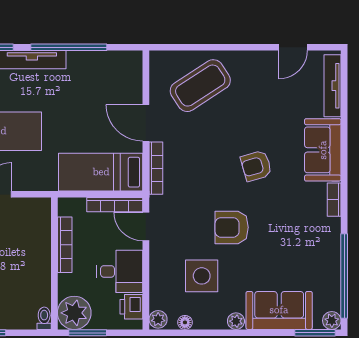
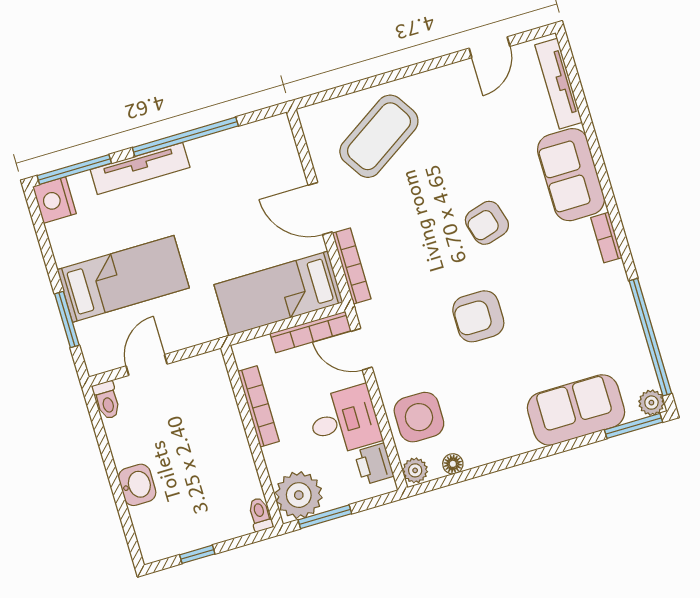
side table: (202, 276) -> (419, 417), moved
plant: (236, 321) -> (522, 442), removed

